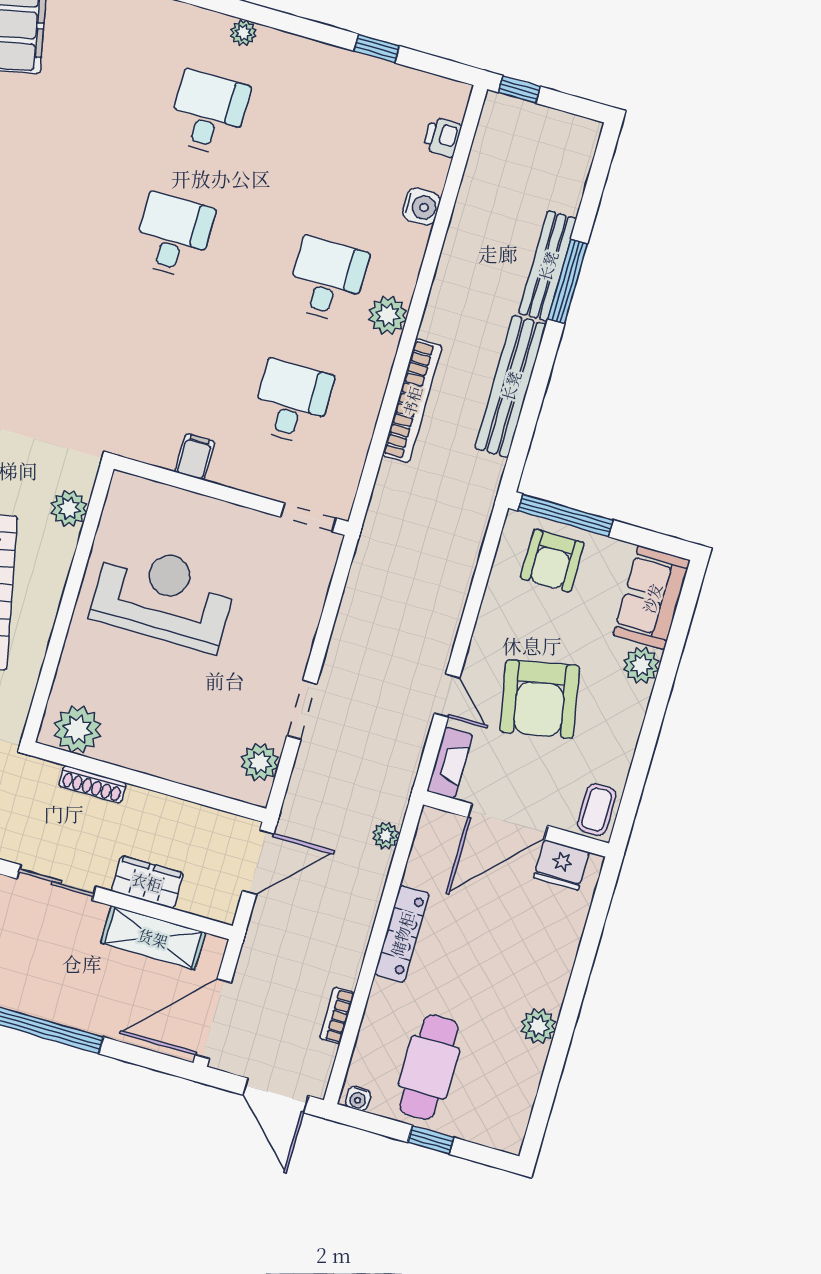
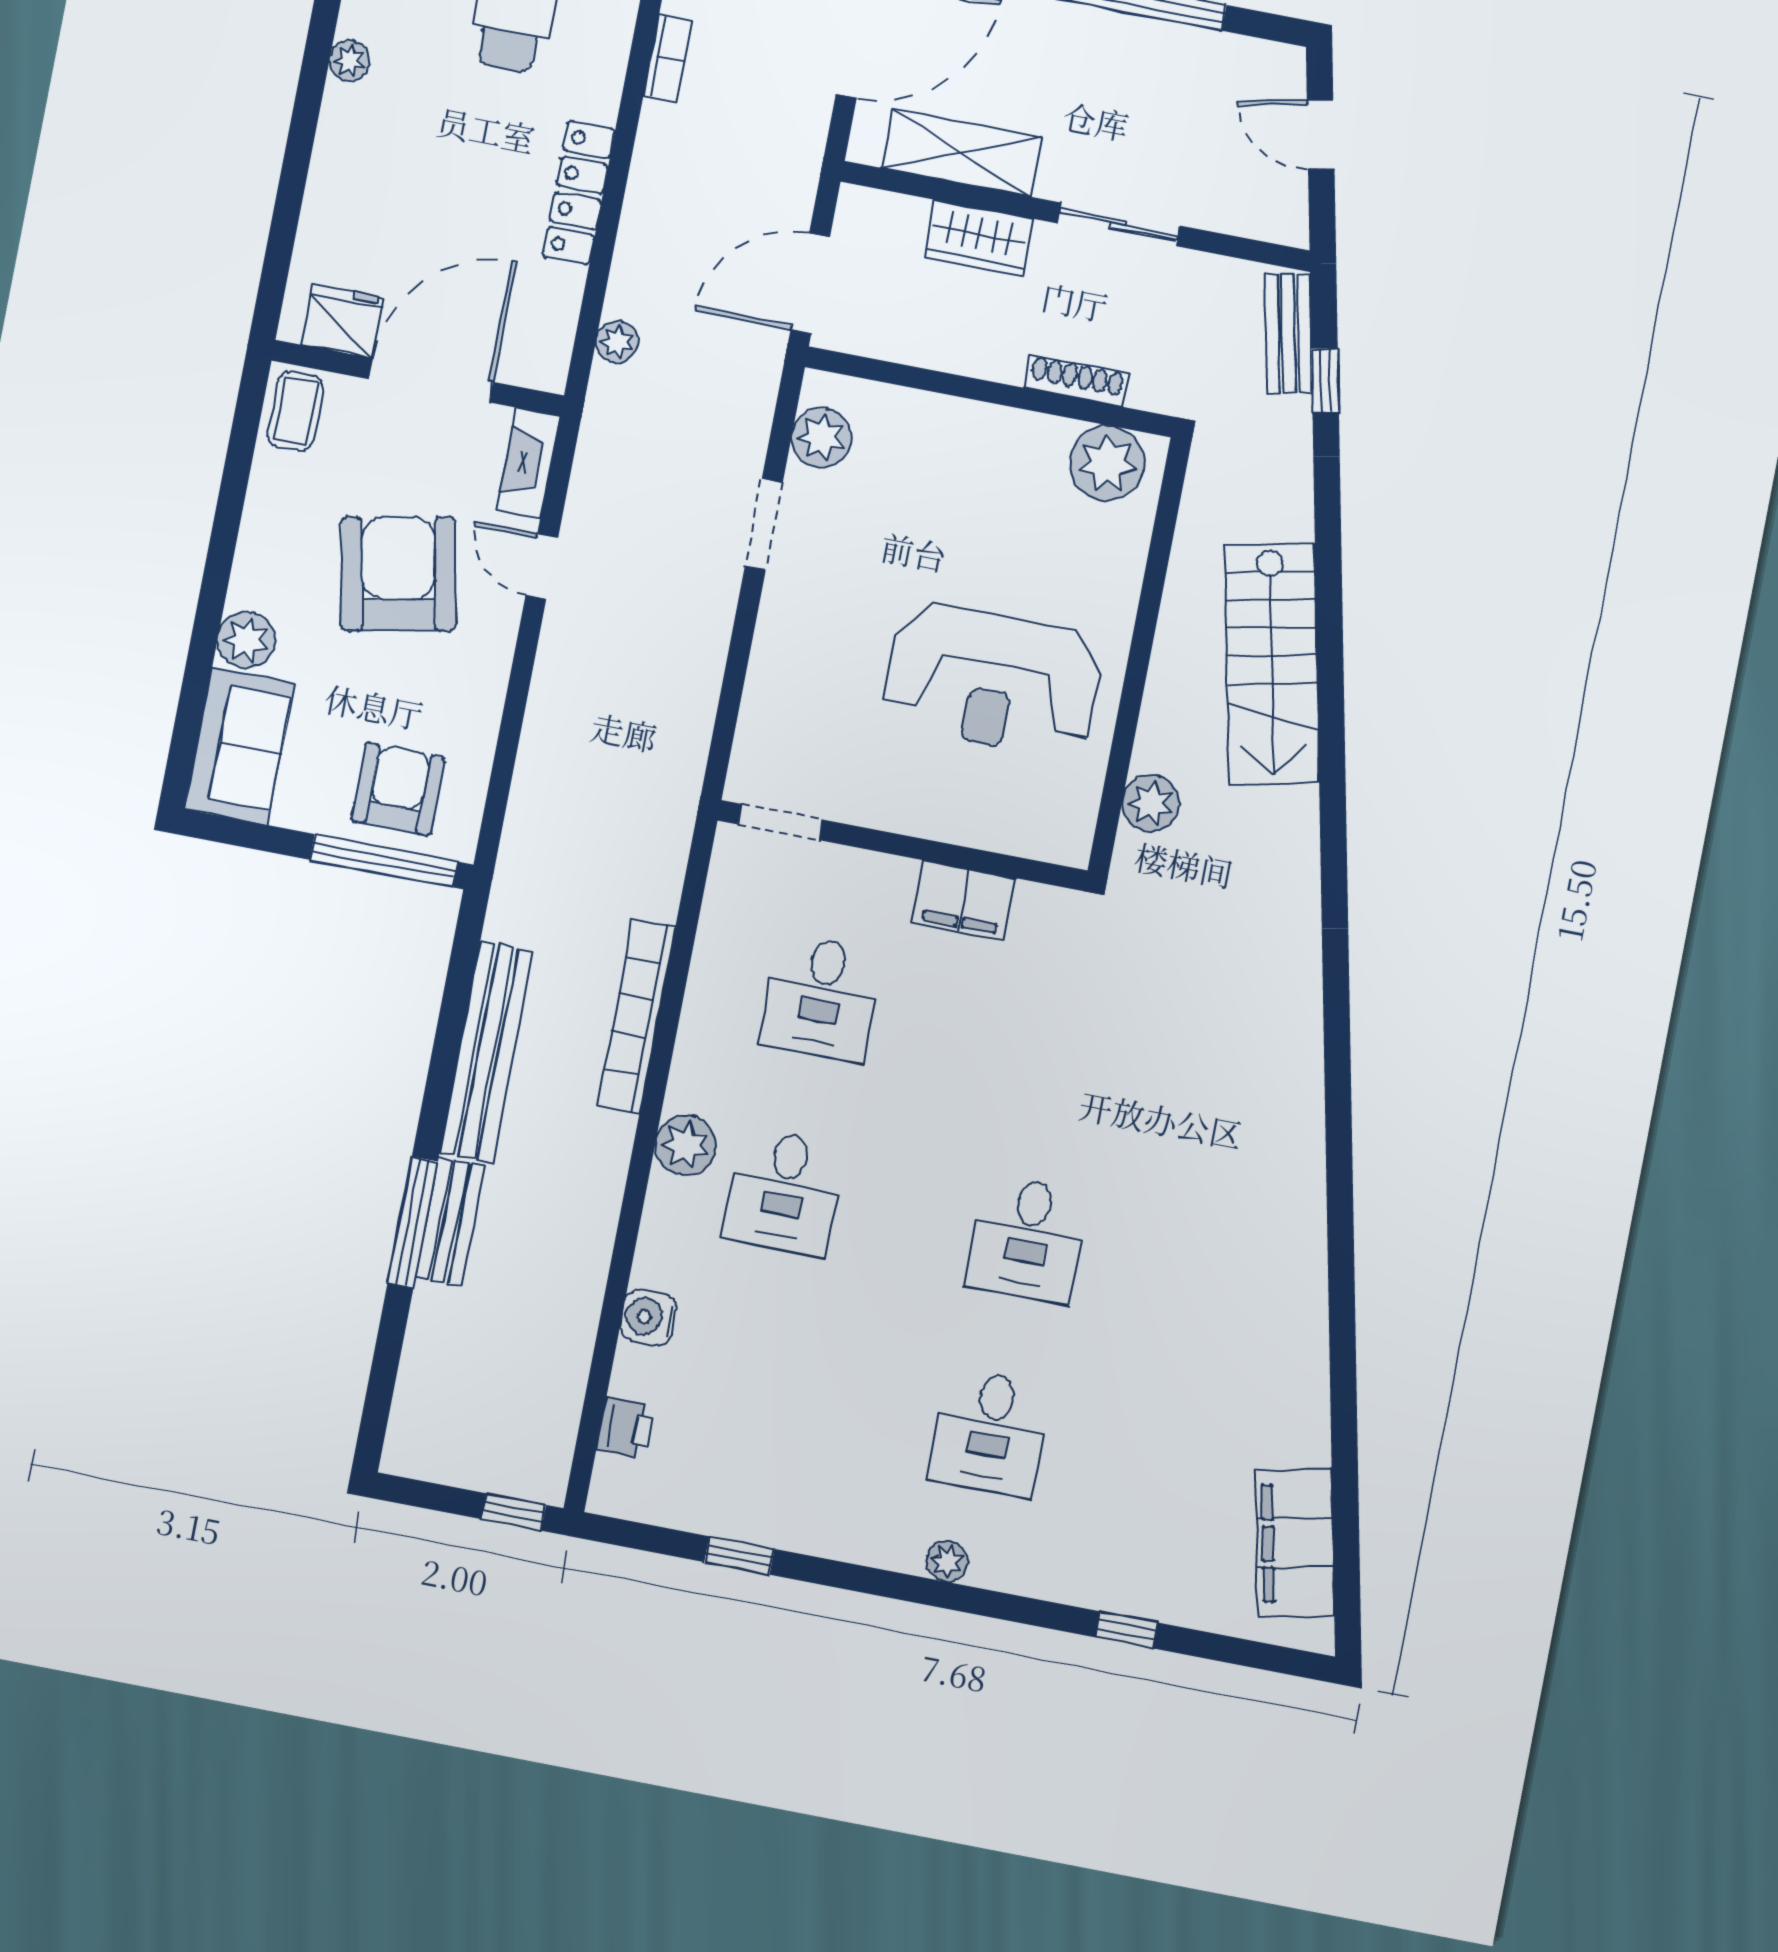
bench: (548, 266) -> (450, 1222), width x0.73
filing cabinet: (195, 457) -> (964, 900), width x2.00
plant: (538, 1026) -> (350, 61), width x0.73, depth x0.73

